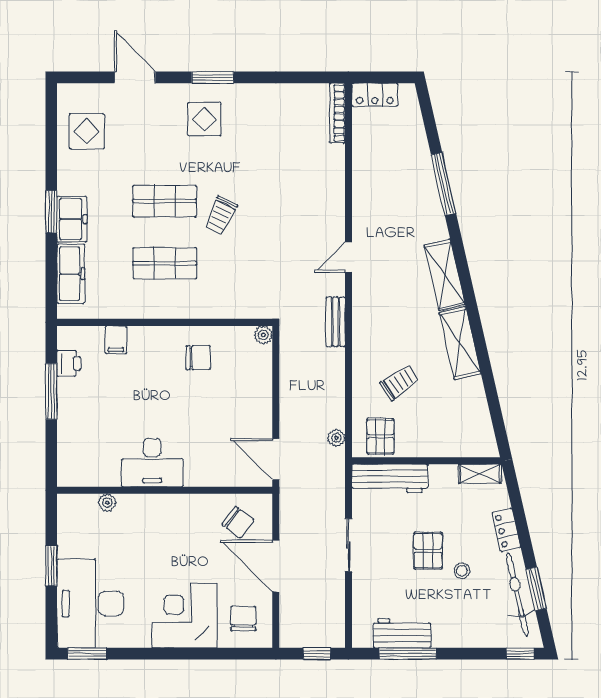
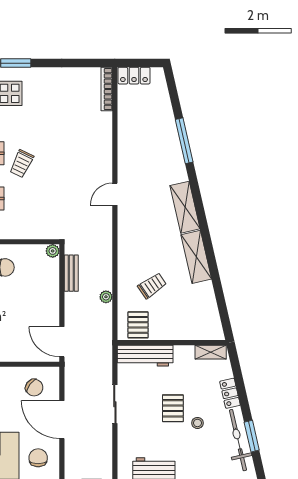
bench: (336, 322) -> (71, 273), moved
plant: (336, 438) -> (106, 297), moved

